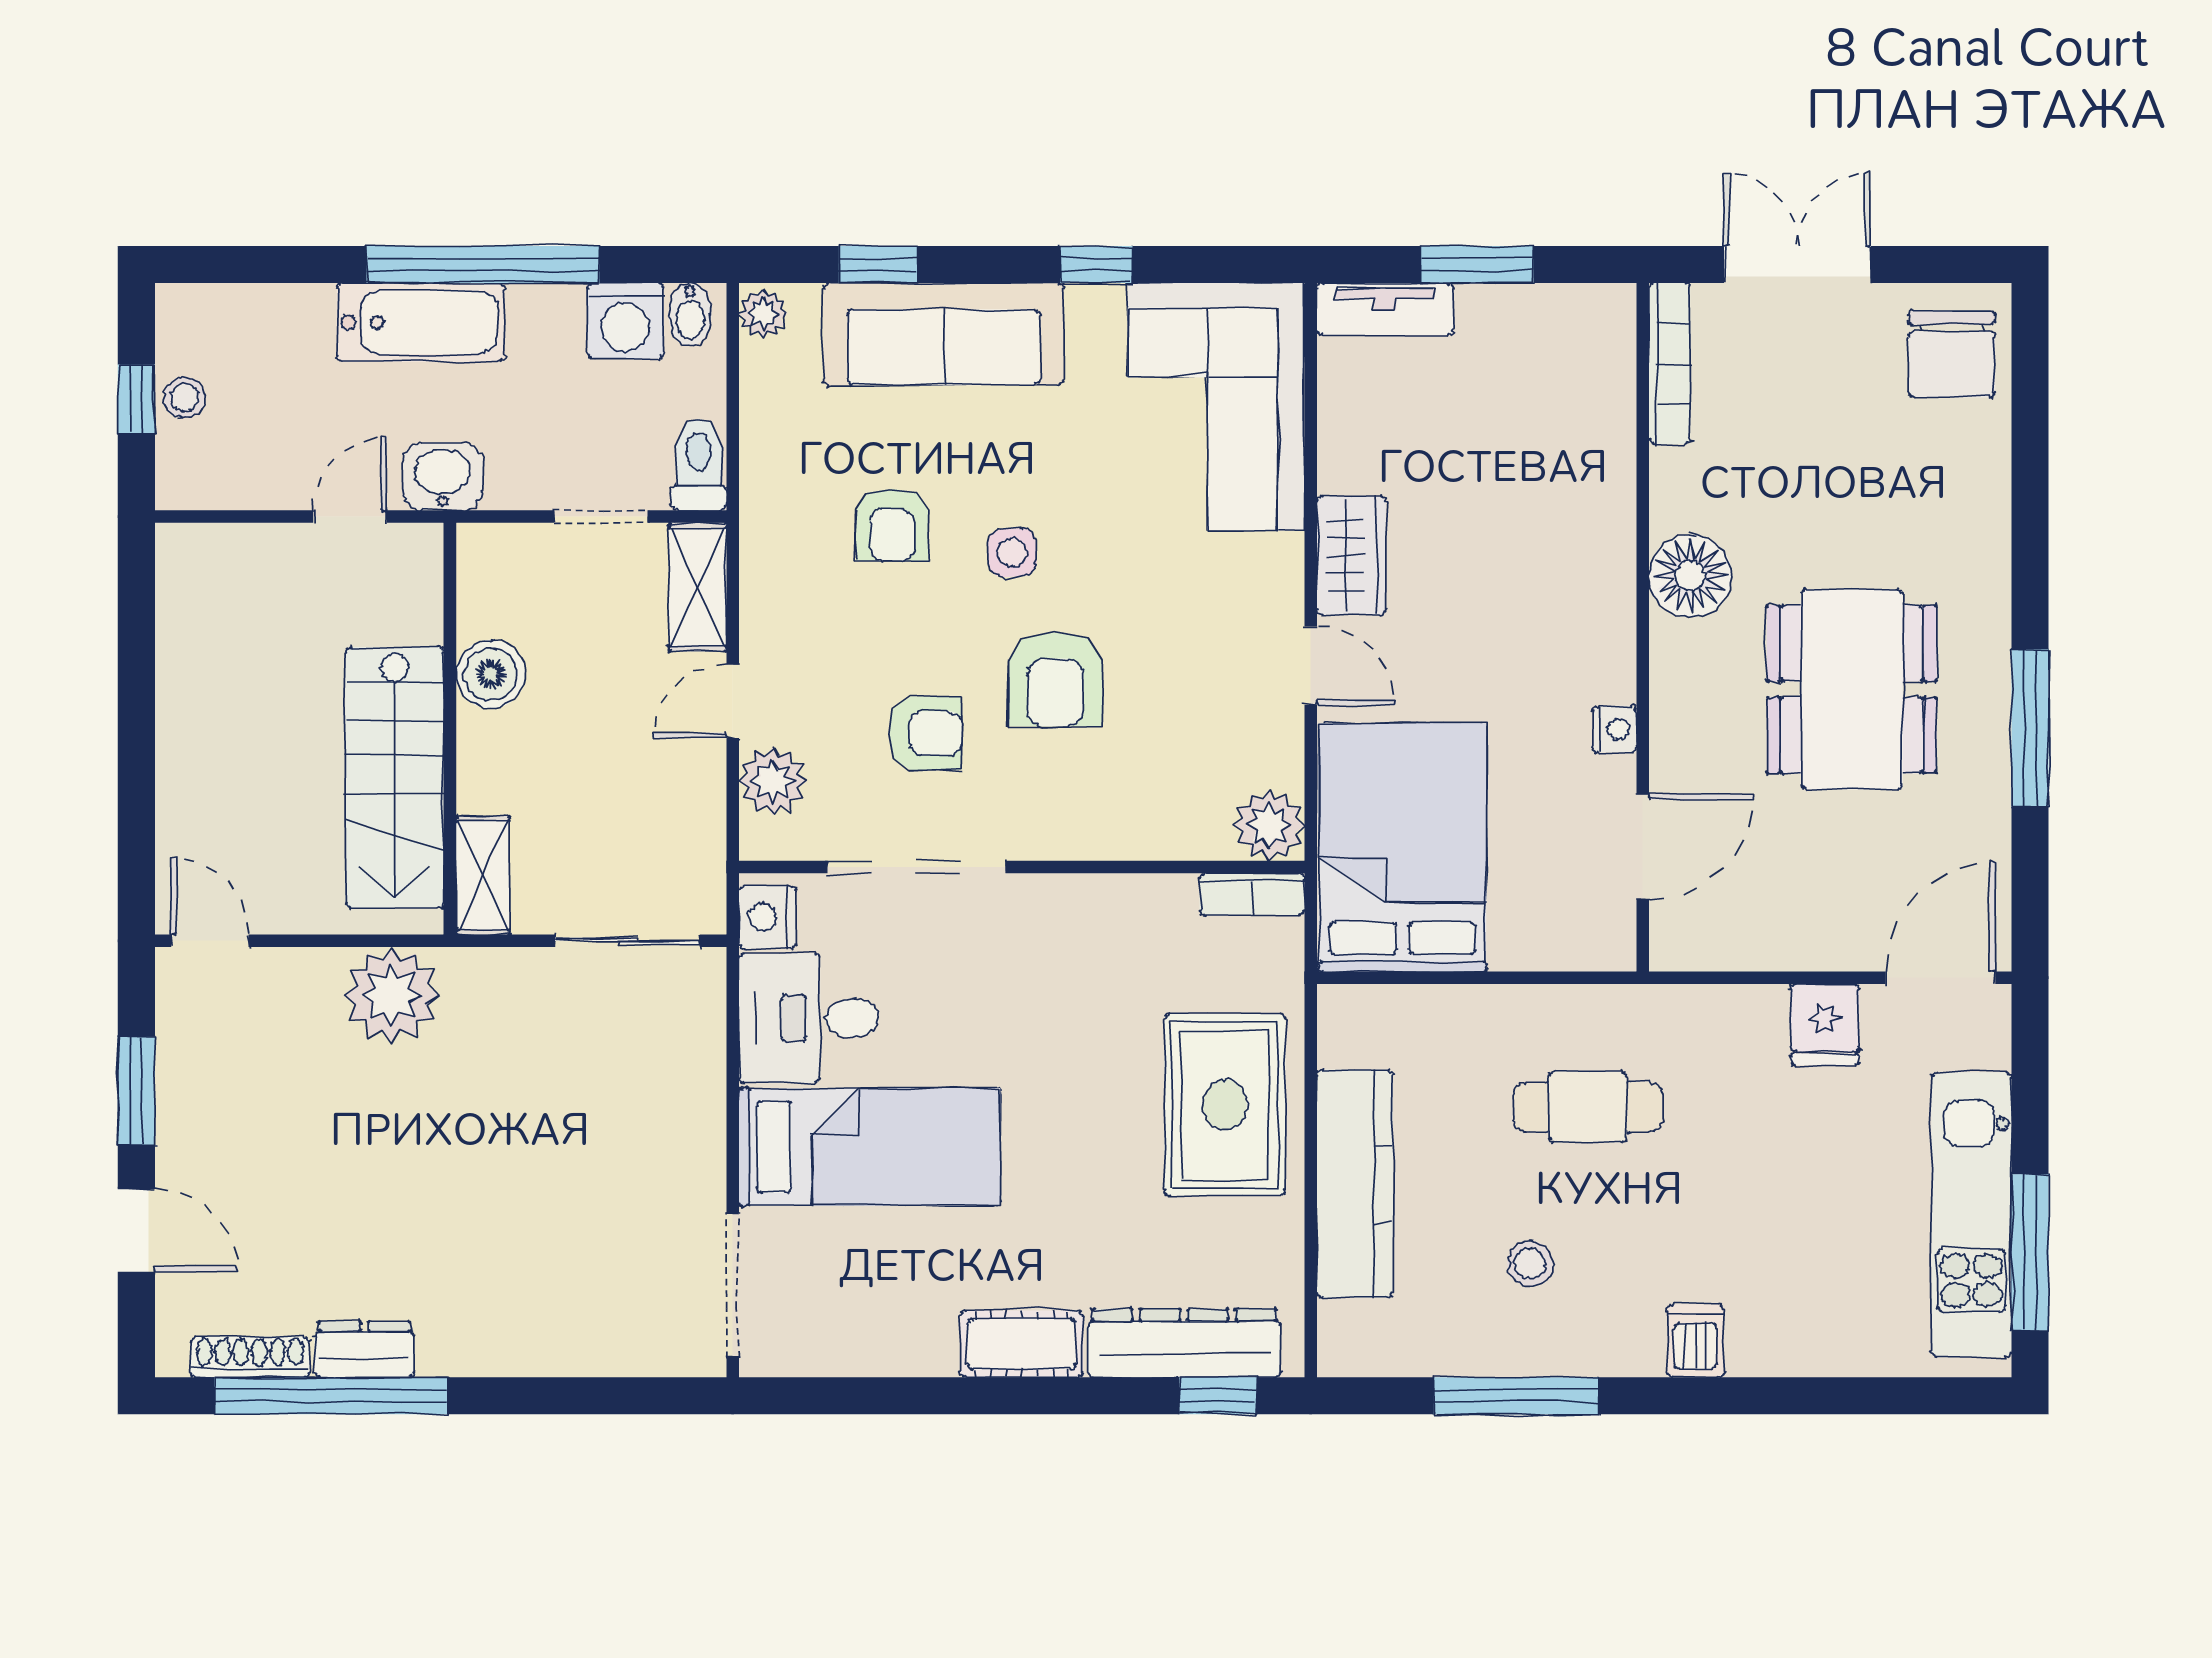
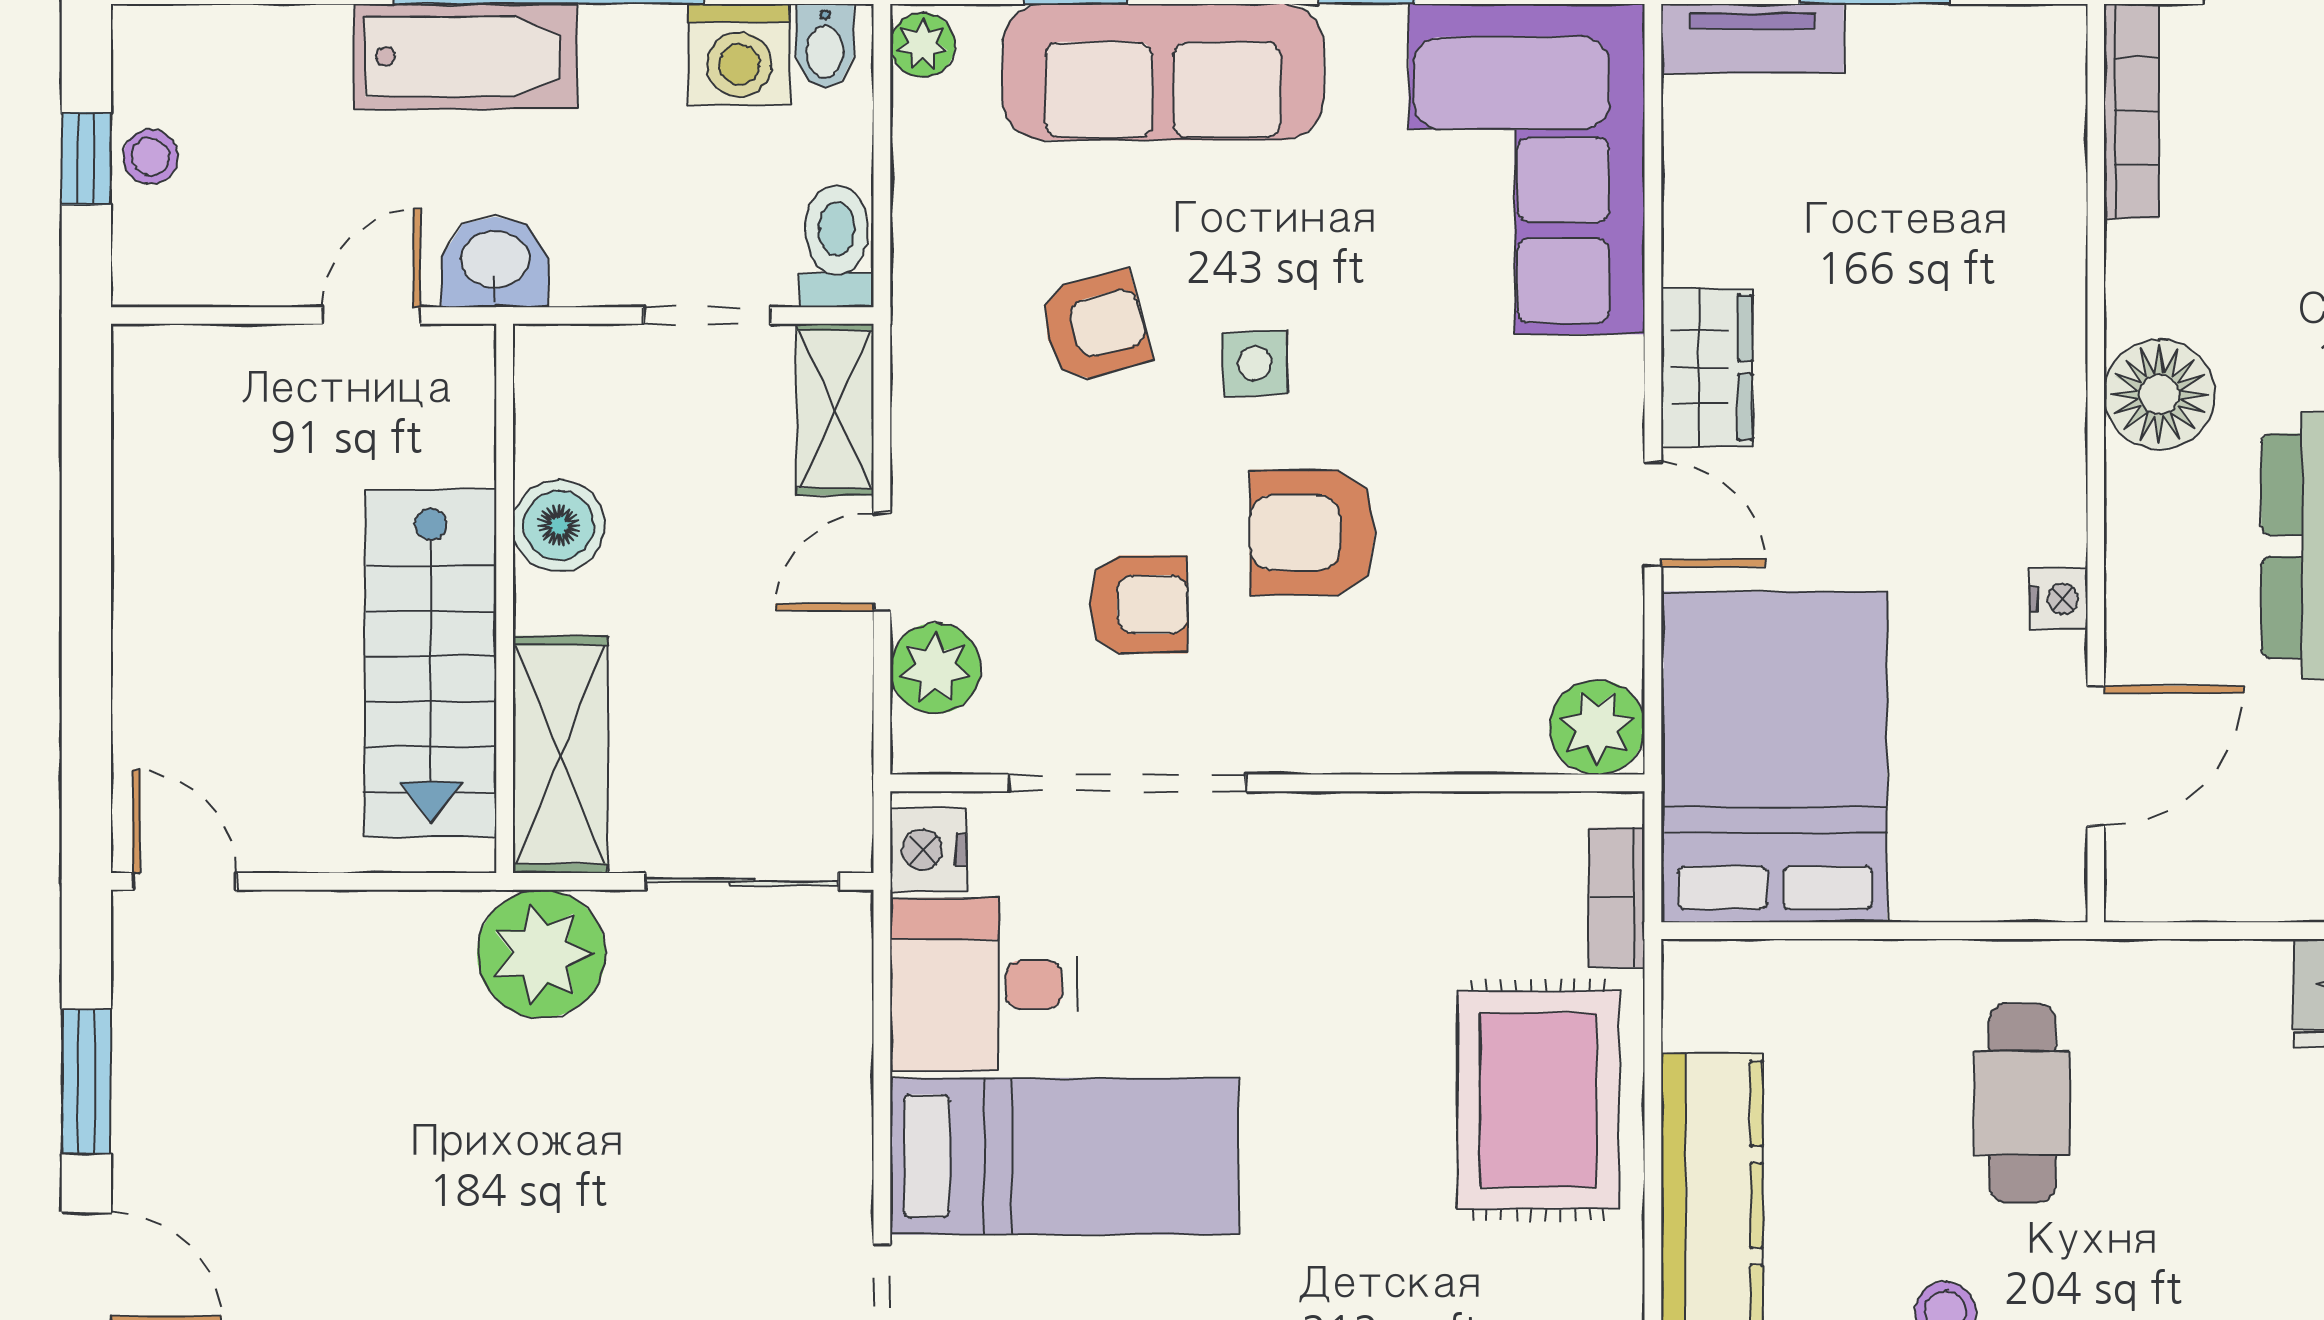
armchair: (892, 525) -> (1095, 326), turned -105
armchair: (1055, 679) -> (1312, 533), turned 90
shelving: (483, 875) -> (560, 755), width x1.50, depth x1.33
bookcase: (1252, 894) -> (1617, 898), moved, turned 90
plant: (392, 995) -> (541, 954), moved
cafe table: (1588, 1107) -> (2022, 1103), turned 90

